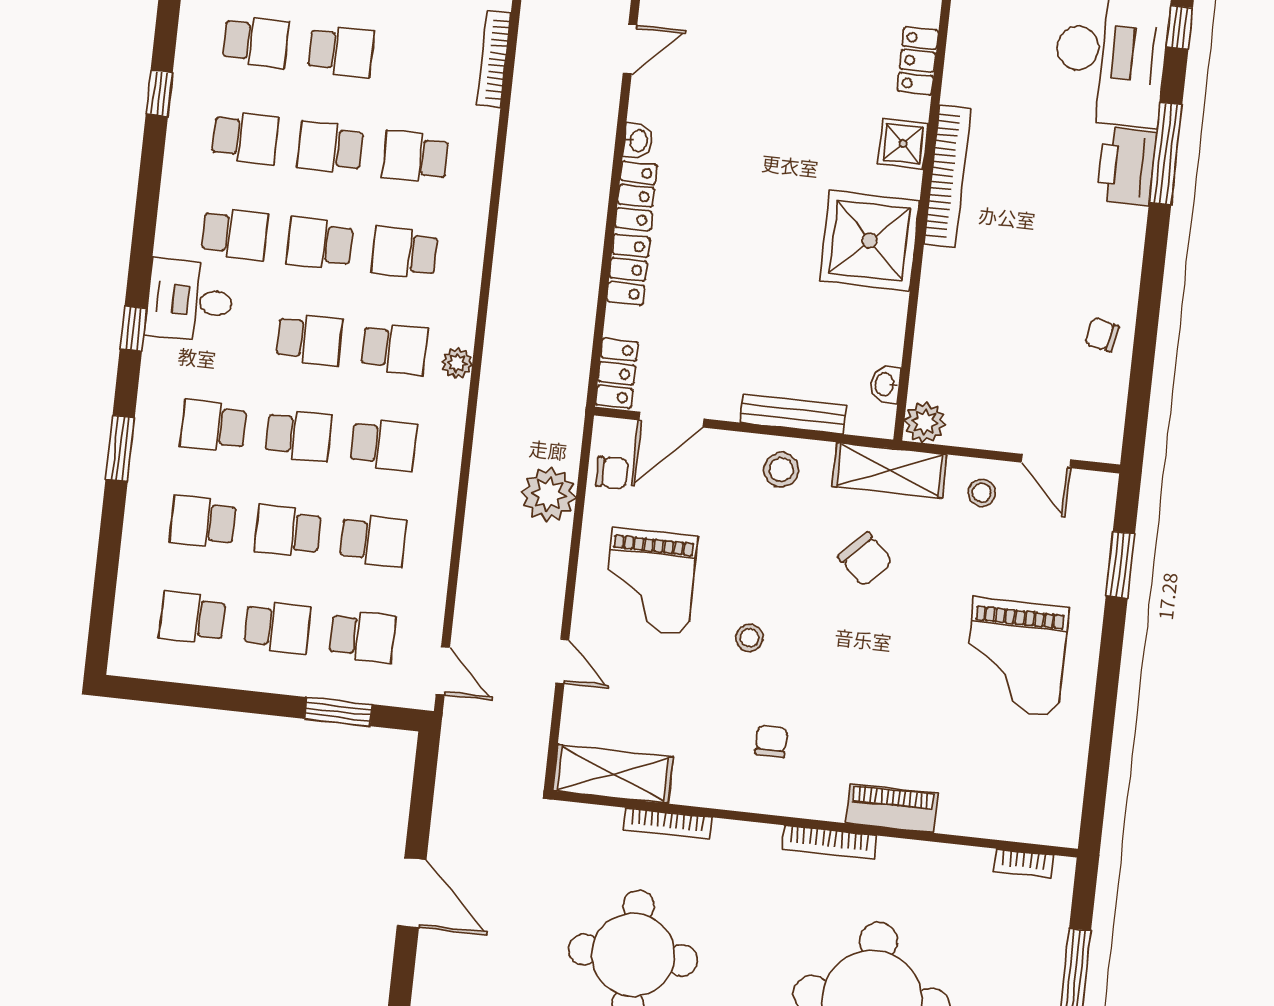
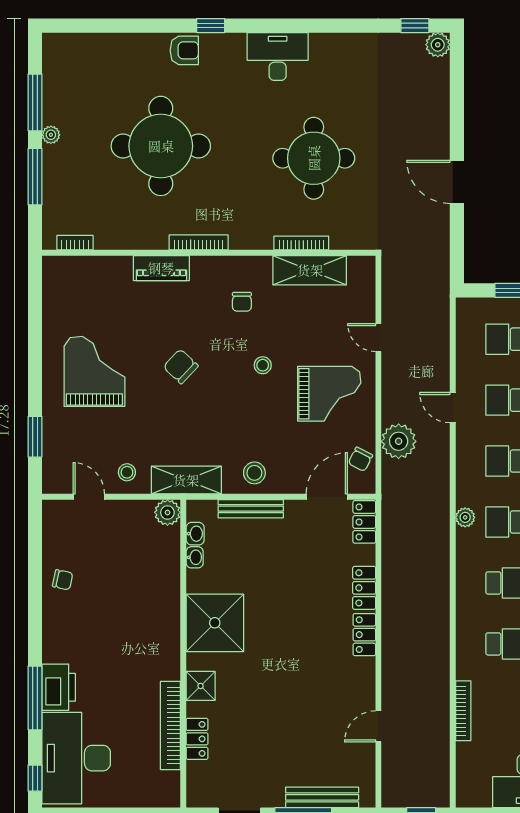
washbasin: (638, 141) -> (195, 557), moved, turned 180
bookcase: (947, 176) -> (170, 725), moved
chair: (612, 473) -> (360, 459), turned -63
chair: (865, 559) -> (181, 366), moved
grand piano: (650, 581) -> (329, 394), turned 90
door: (443, 671) -> (453, 408), moved
shelving: (613, 774) -> (310, 270), moved

